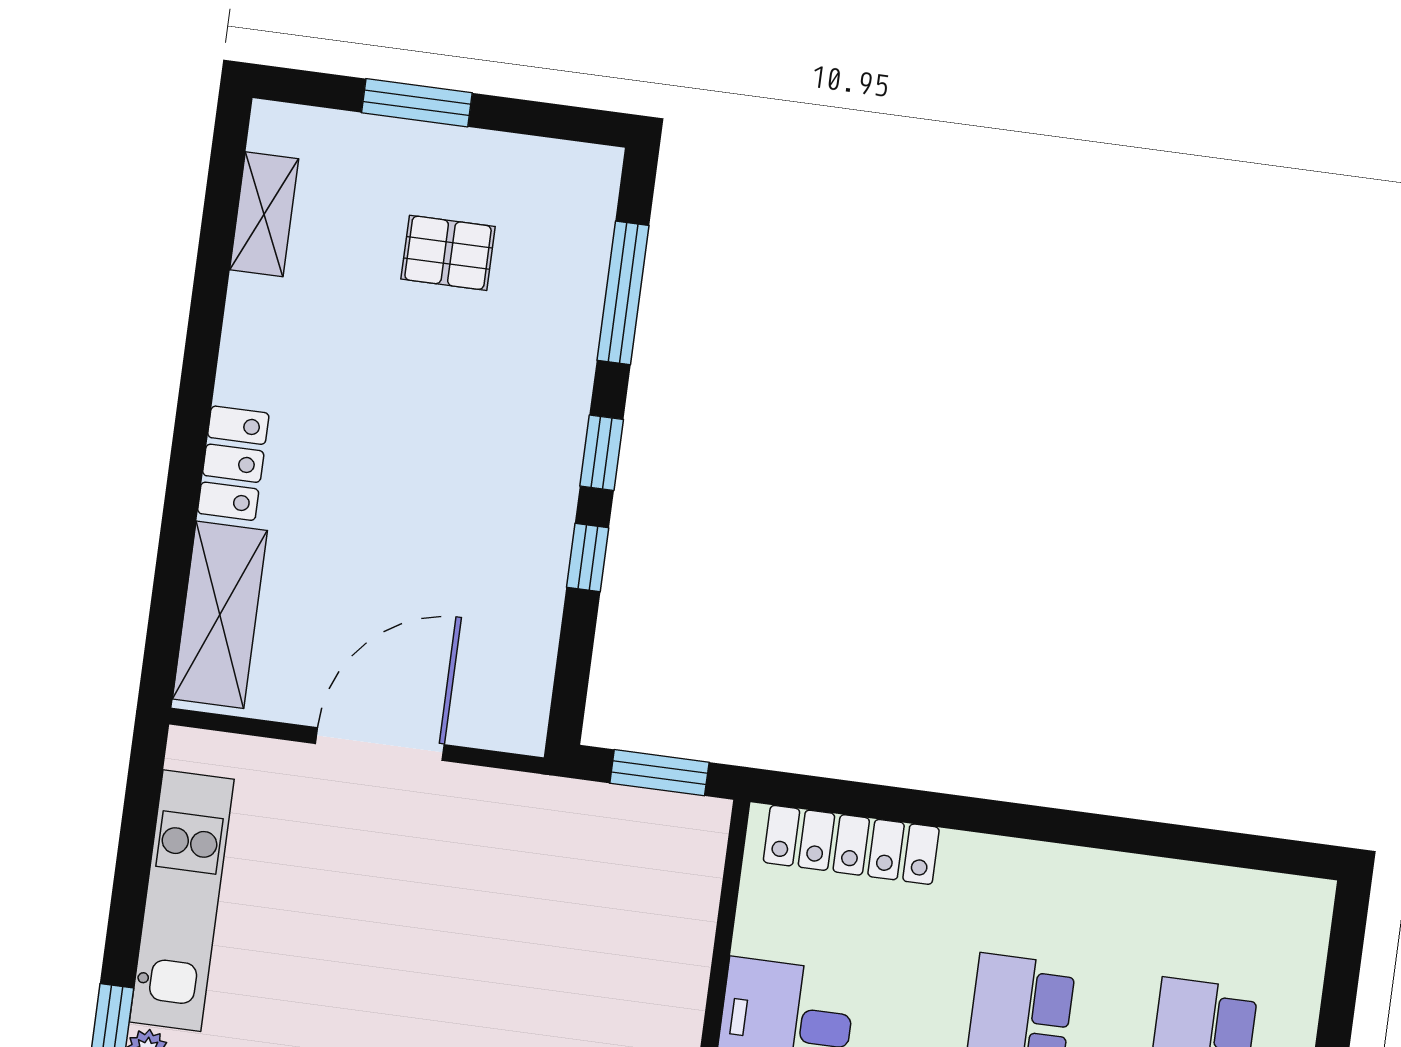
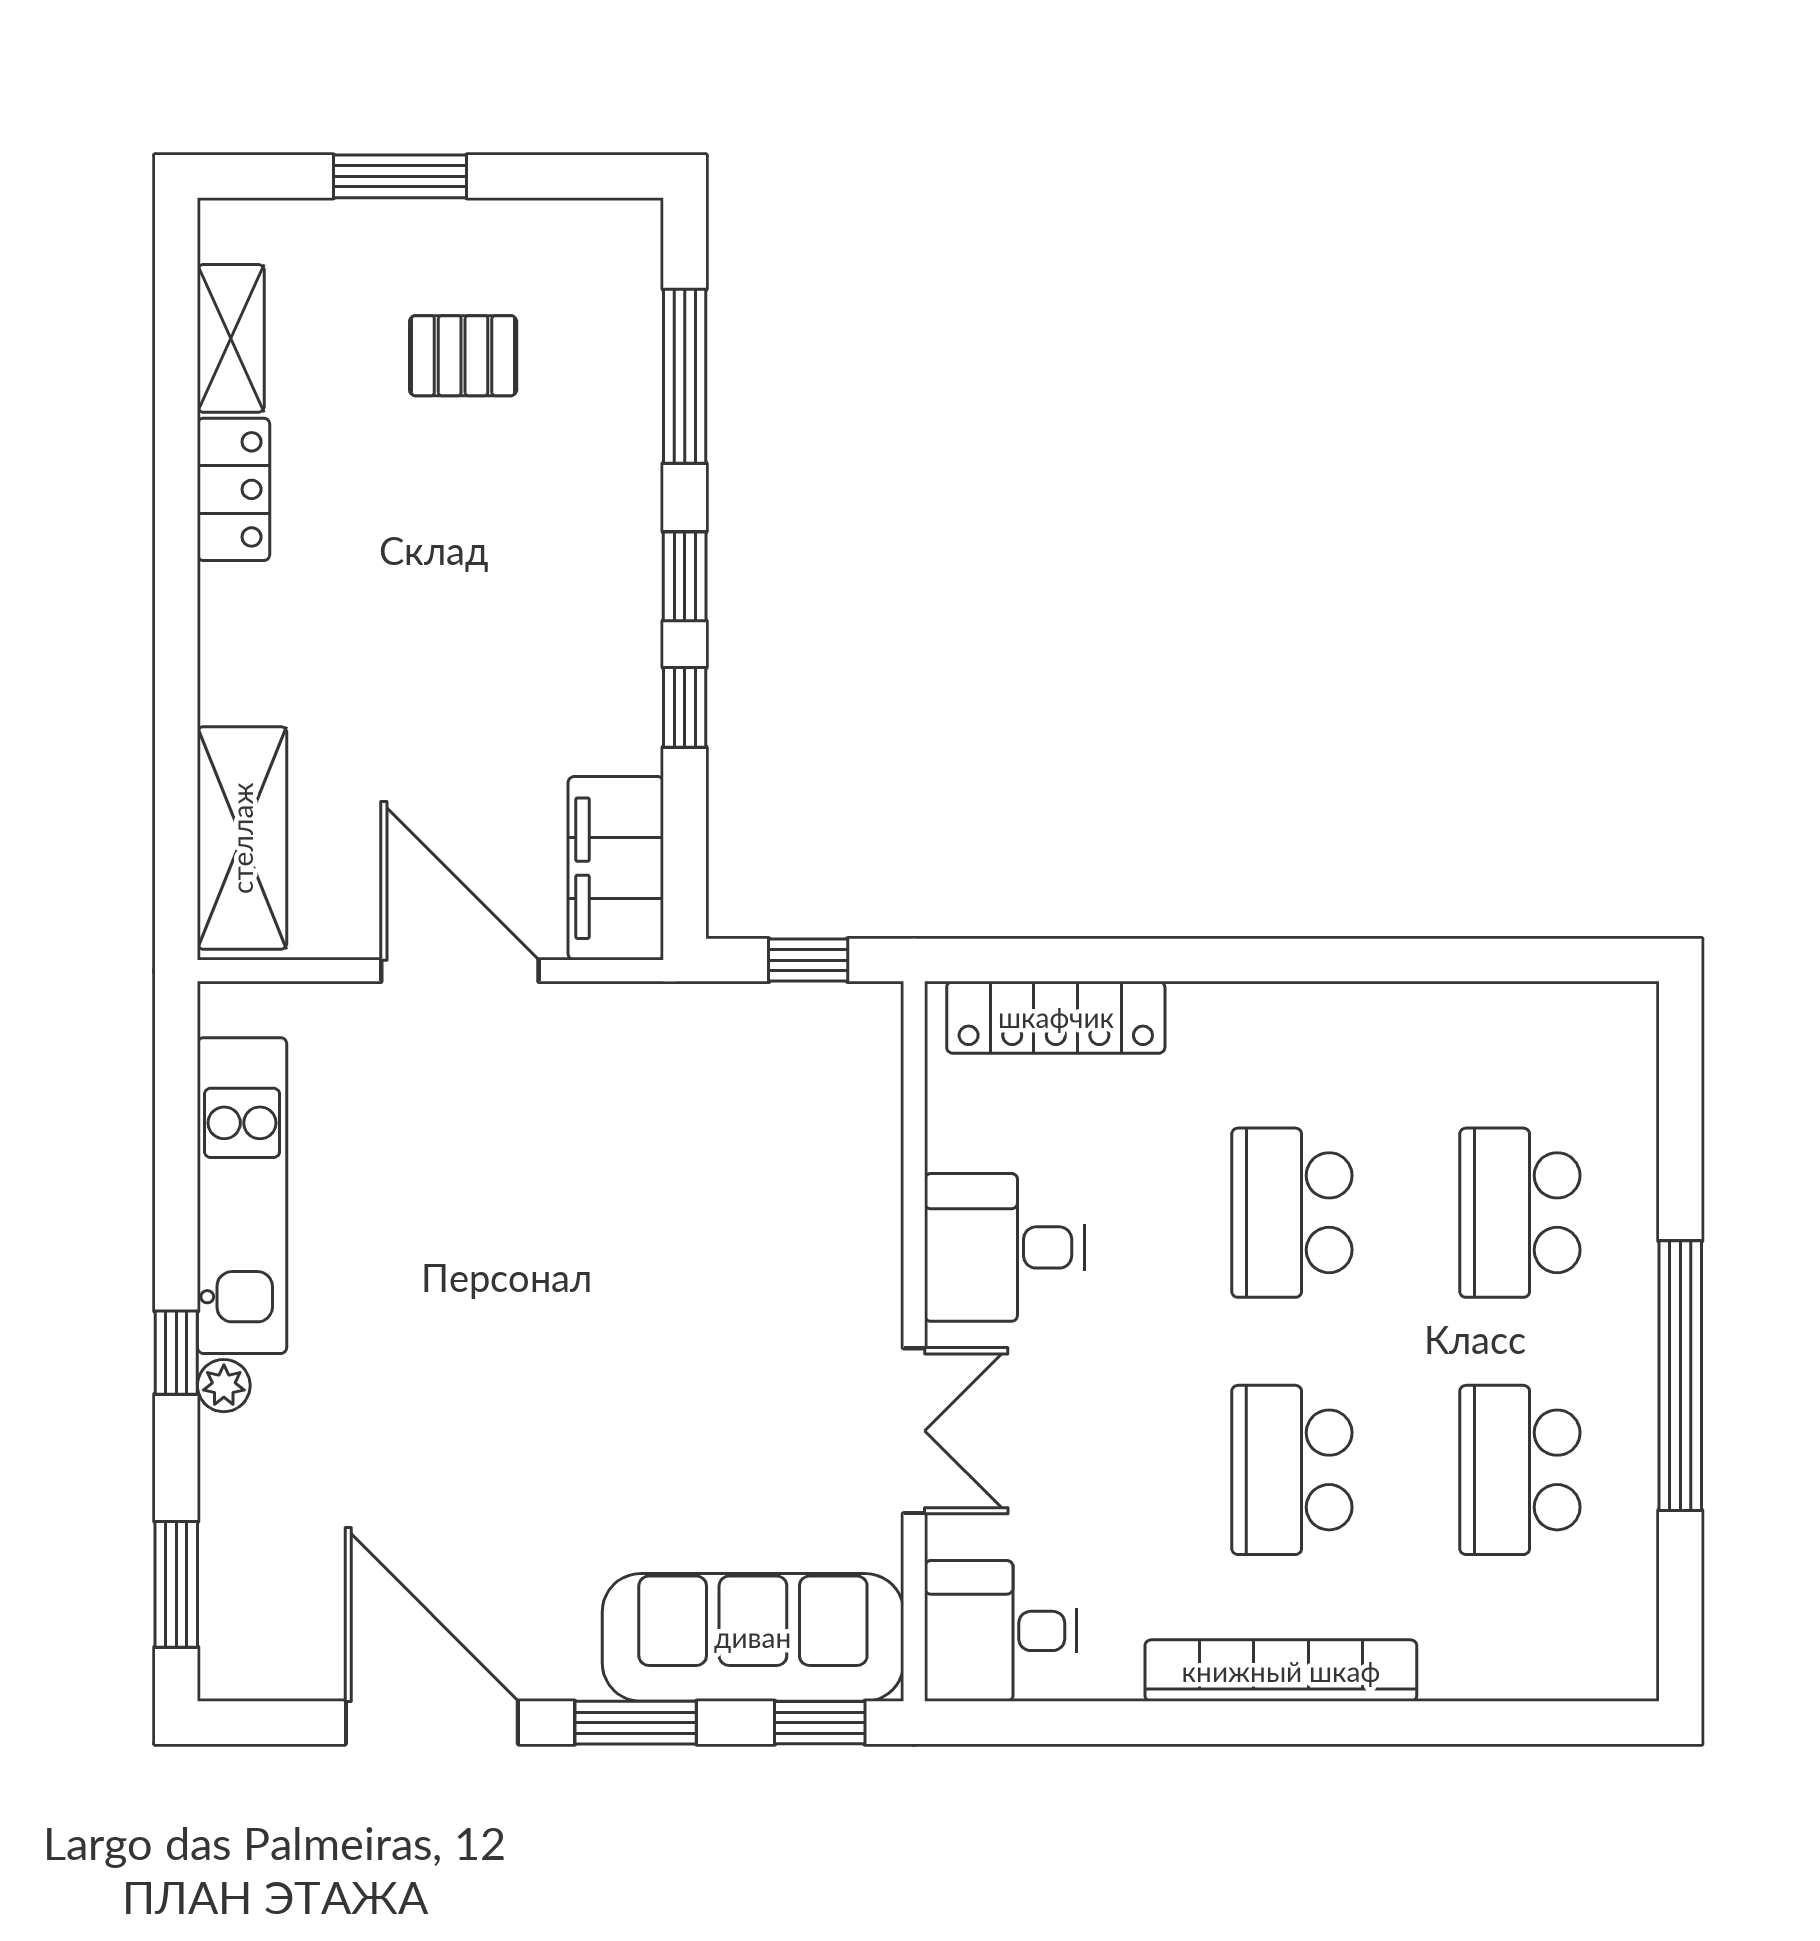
locker: (233, 463) -> (234, 489), moved
filing cabinet: (515, 679) -> (616, 868), added
door: (380, 744) -> (460, 971), hinge flipped
window: (659, 773) -> (808, 960), width x0.67

